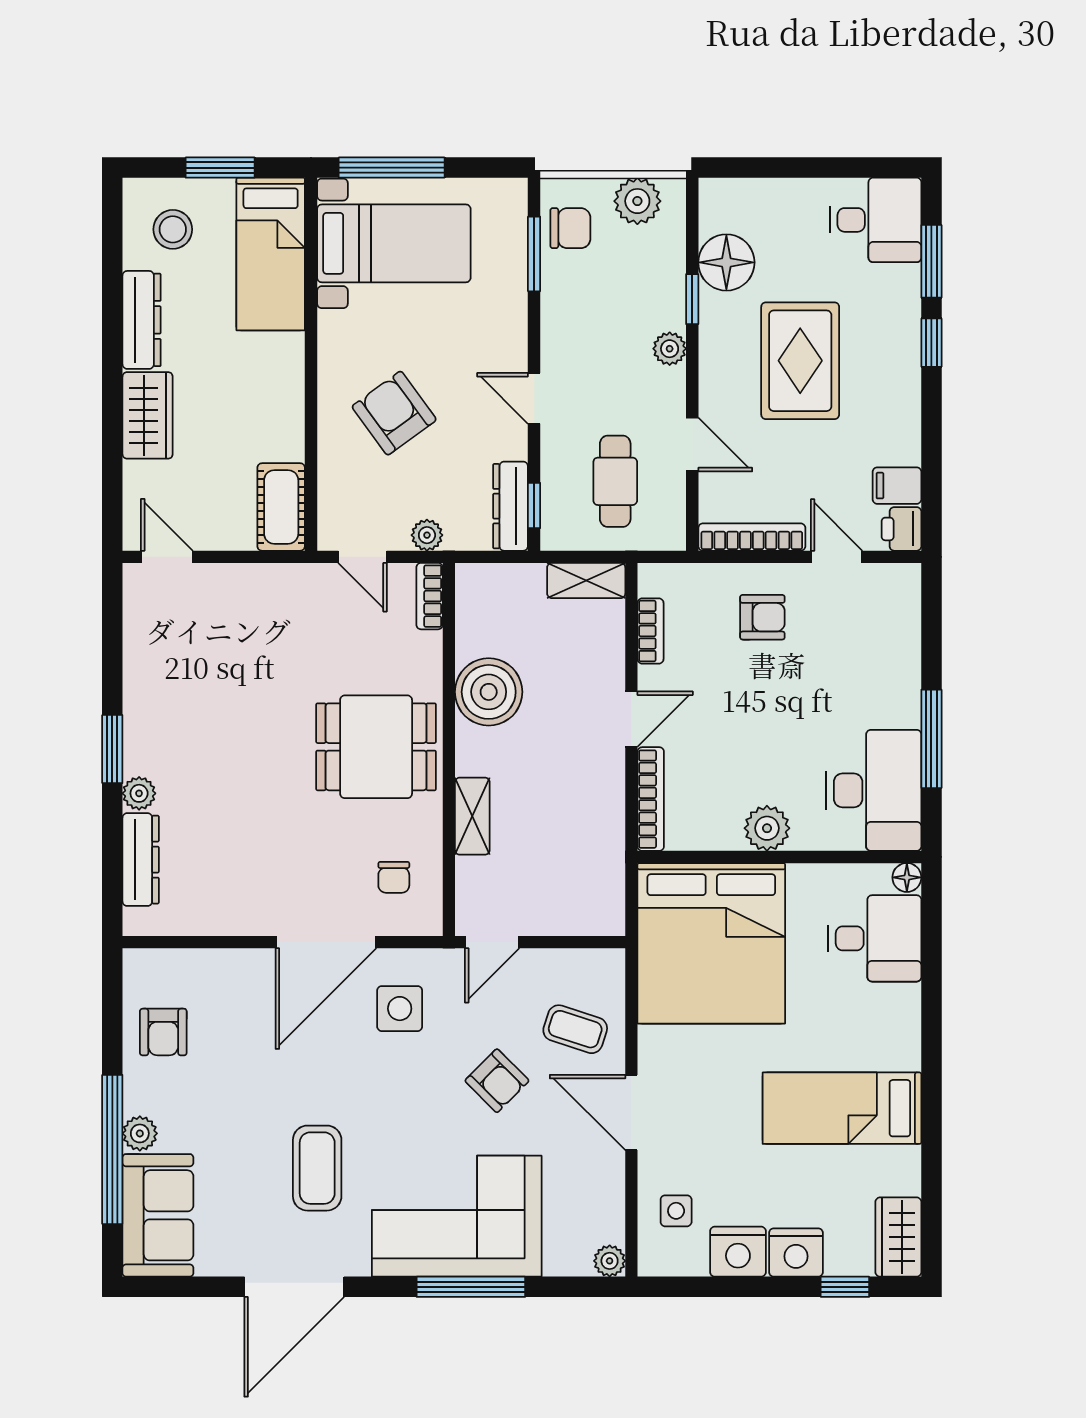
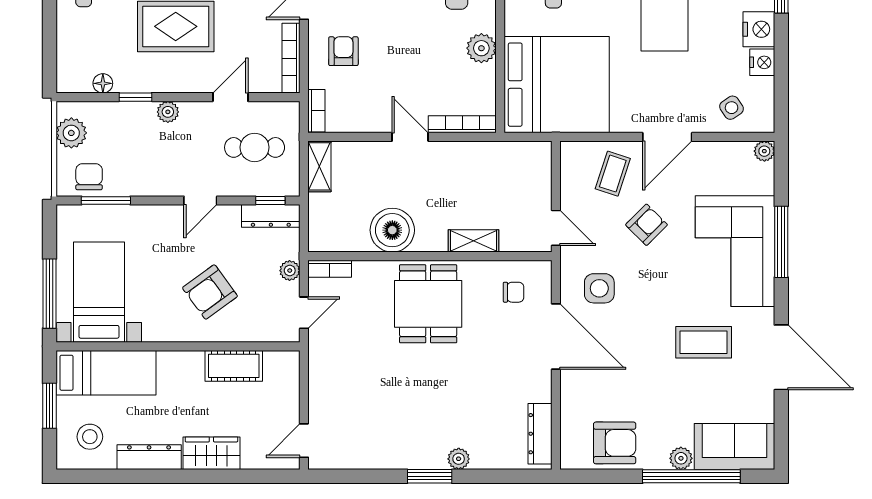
floor lamp: (726, 262) -> (103, 83), width x0.53, depth x0.53
cot: (281, 507) -> (234, 366), moved
bookcase: (650, 631) -> (316, 111), moved, turned 90
dresser: (141, 860) -> (540, 434), moved, turned -90
armchair: (163, 1032) -> (615, 443), width x1.38, depth x1.38
side table: (676, 1211) -> (732, 108), turned -34
nightstand: (738, 1252) -> (762, 62), width x0.74, depth x0.75

